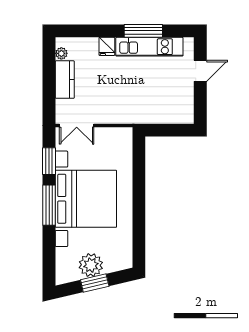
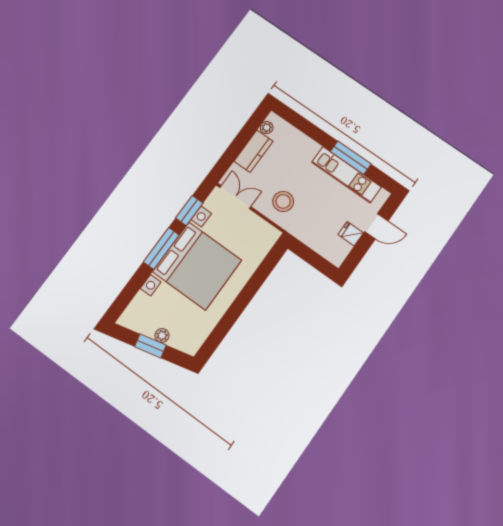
fridge: (107, 46) -> (351, 234), moved, turned 90
stool: (116, 103) -> (283, 201), added
double door: (77, 125) -> (235, 197), swing flipped
plant: (91, 265) -> (162, 335), width x0.53, depth x0.53

